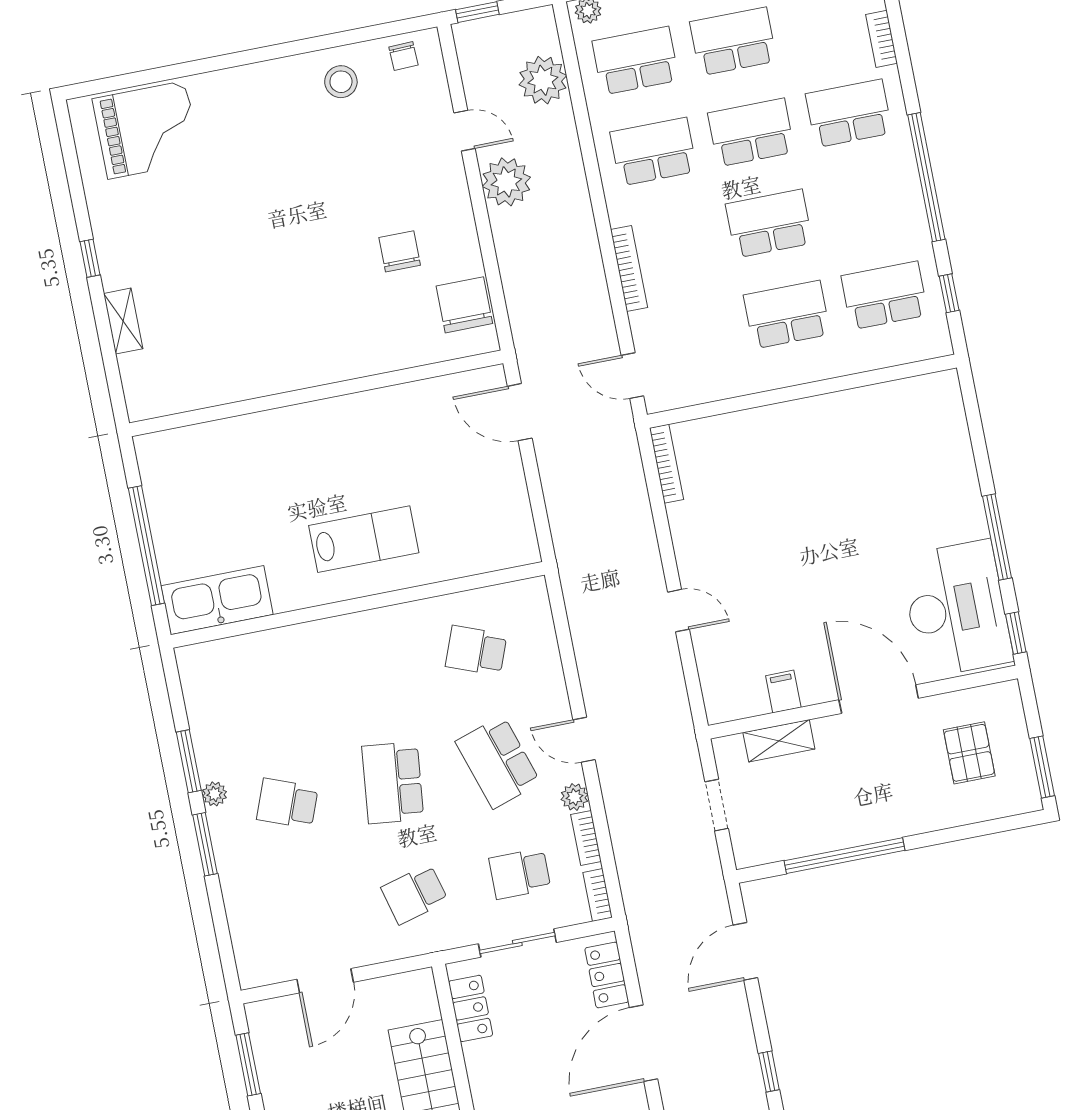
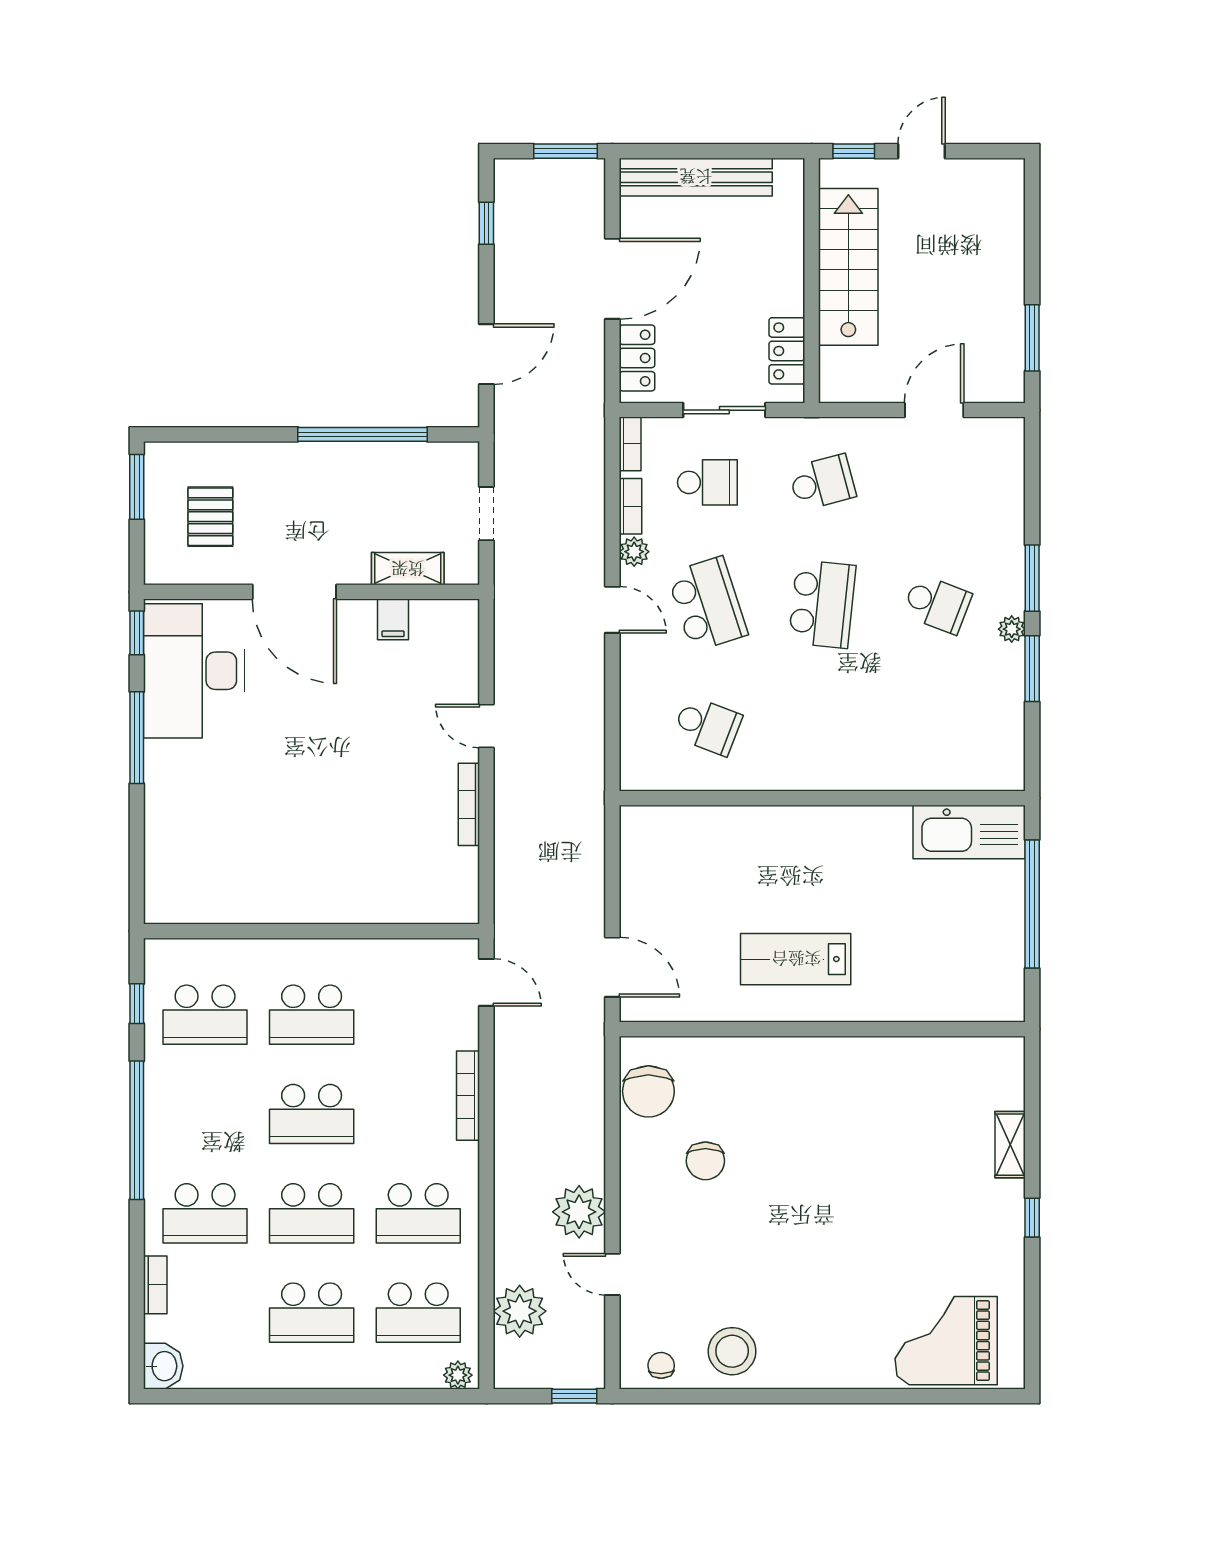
stool: (341, 82) -> (732, 1351), width x1.38, depth x1.38
bookcase: (666, 464) -> (469, 804), moved
lab bench: (364, 539) -> (796, 959), moved

